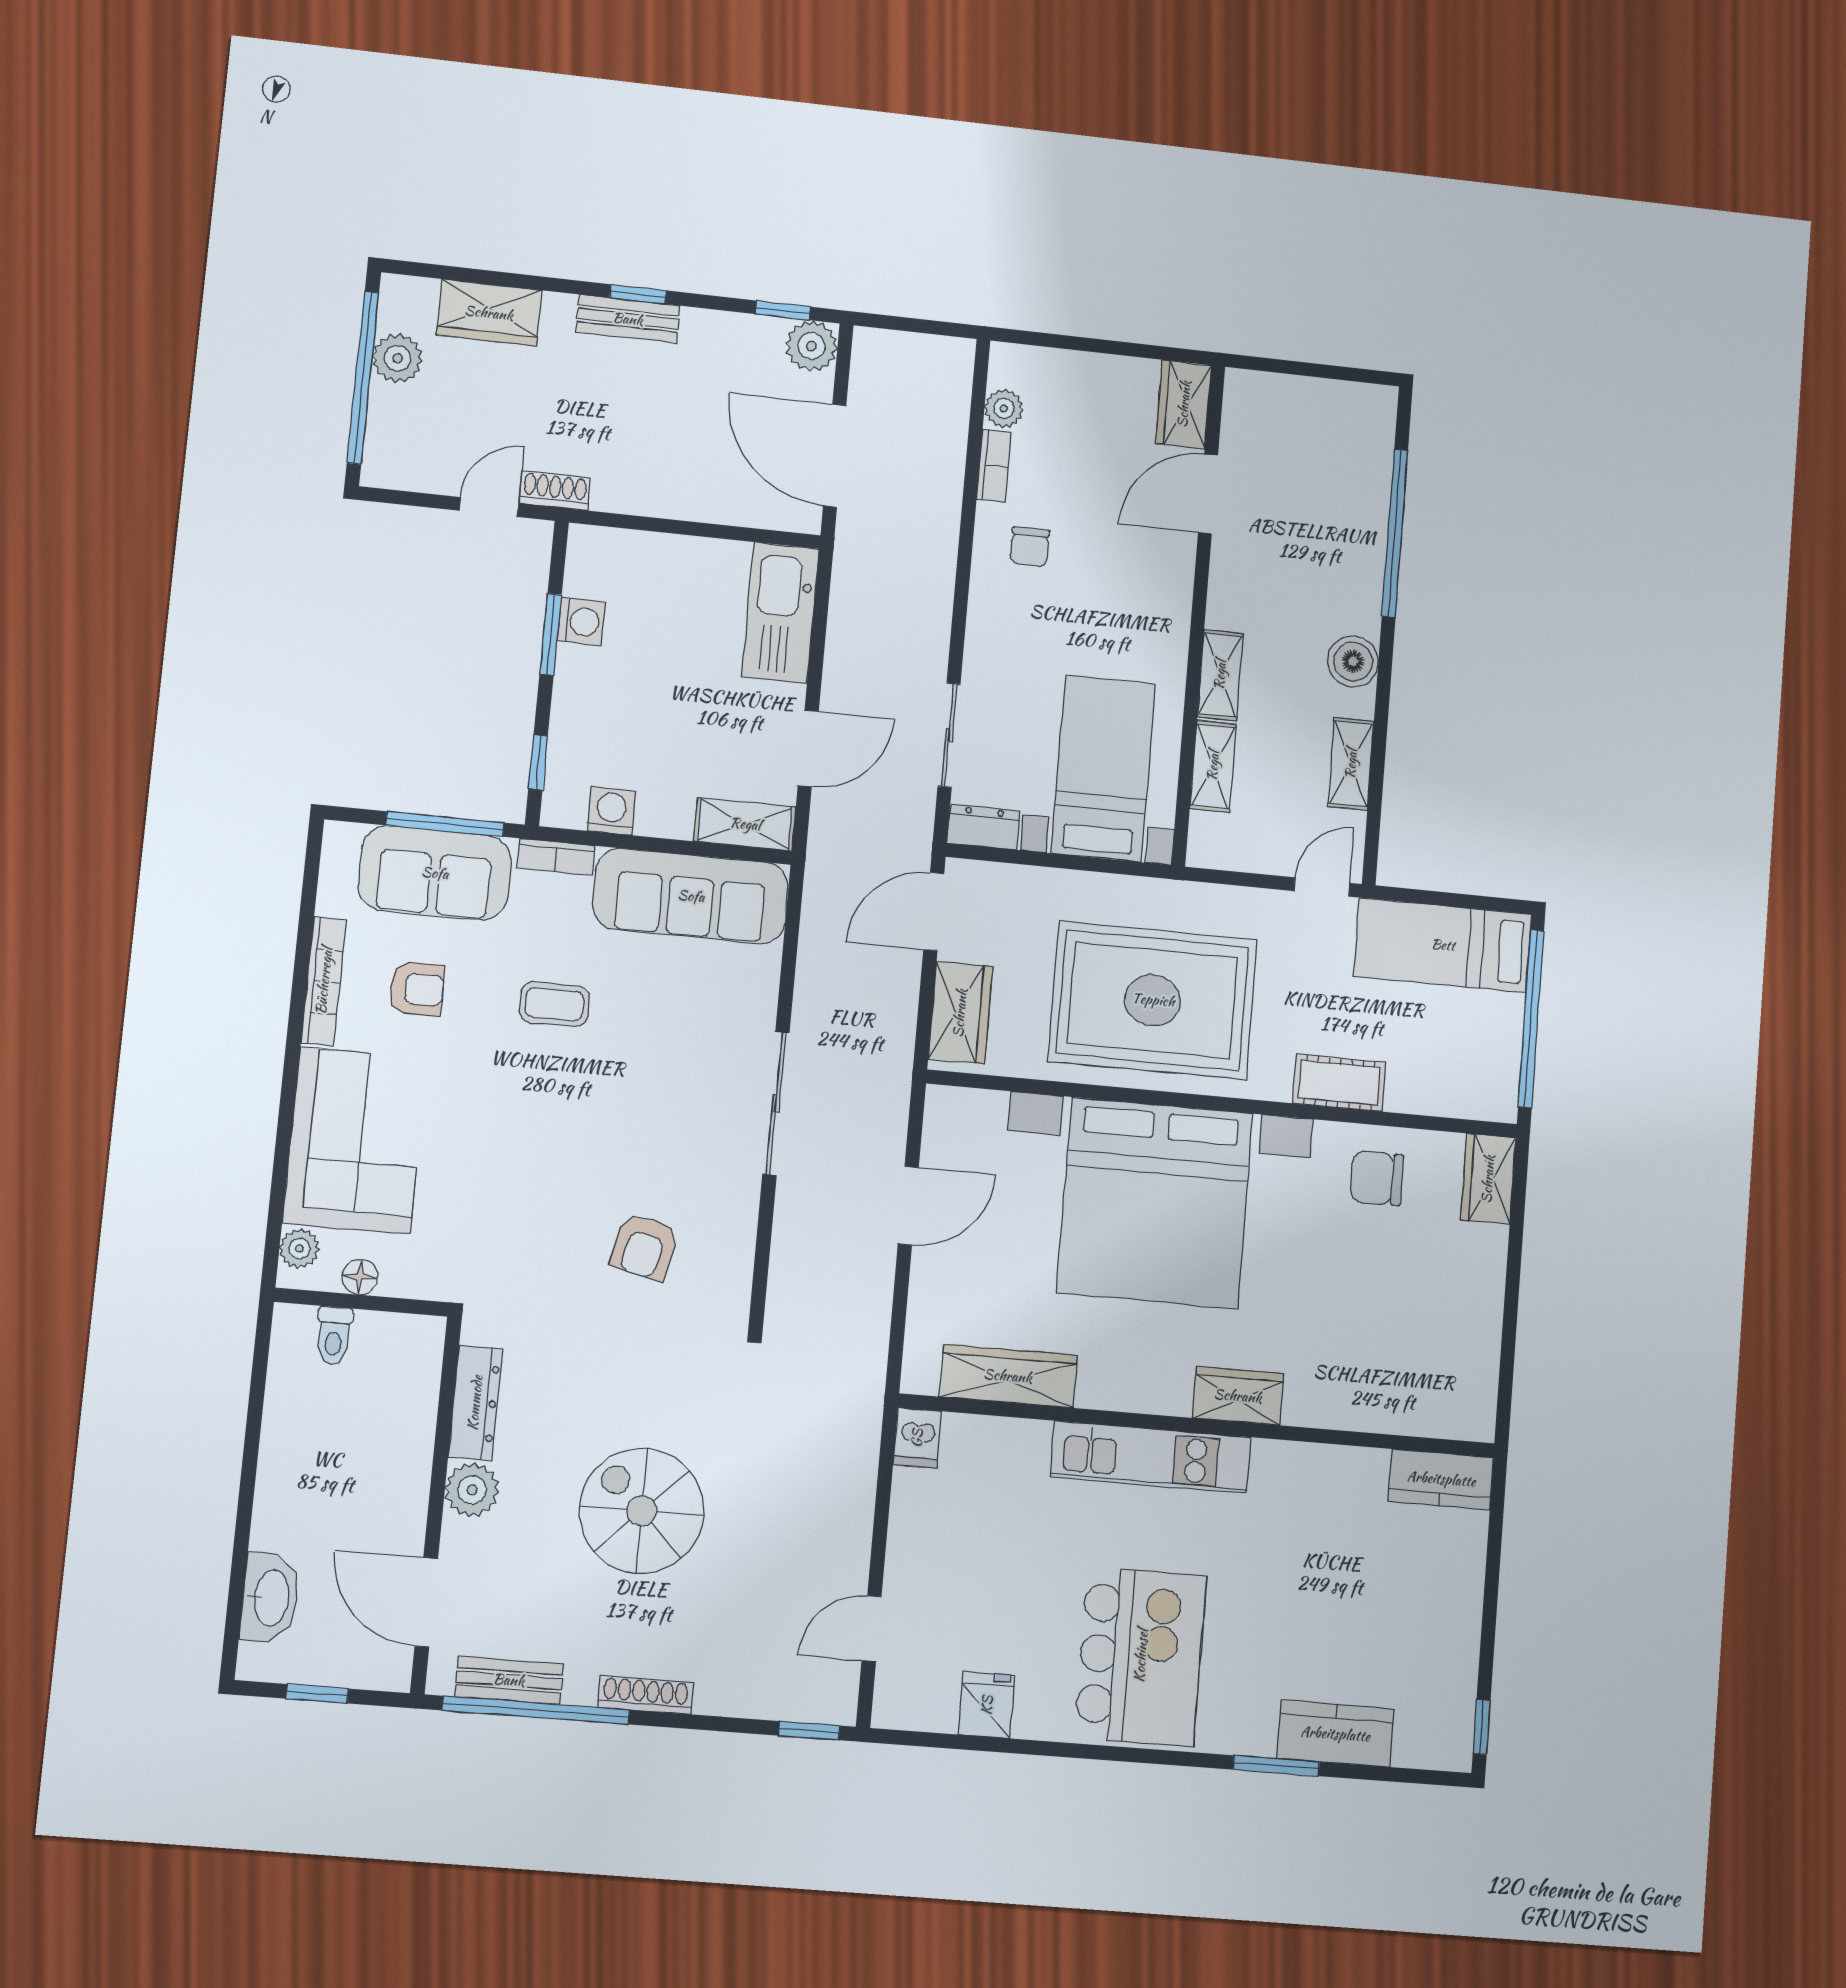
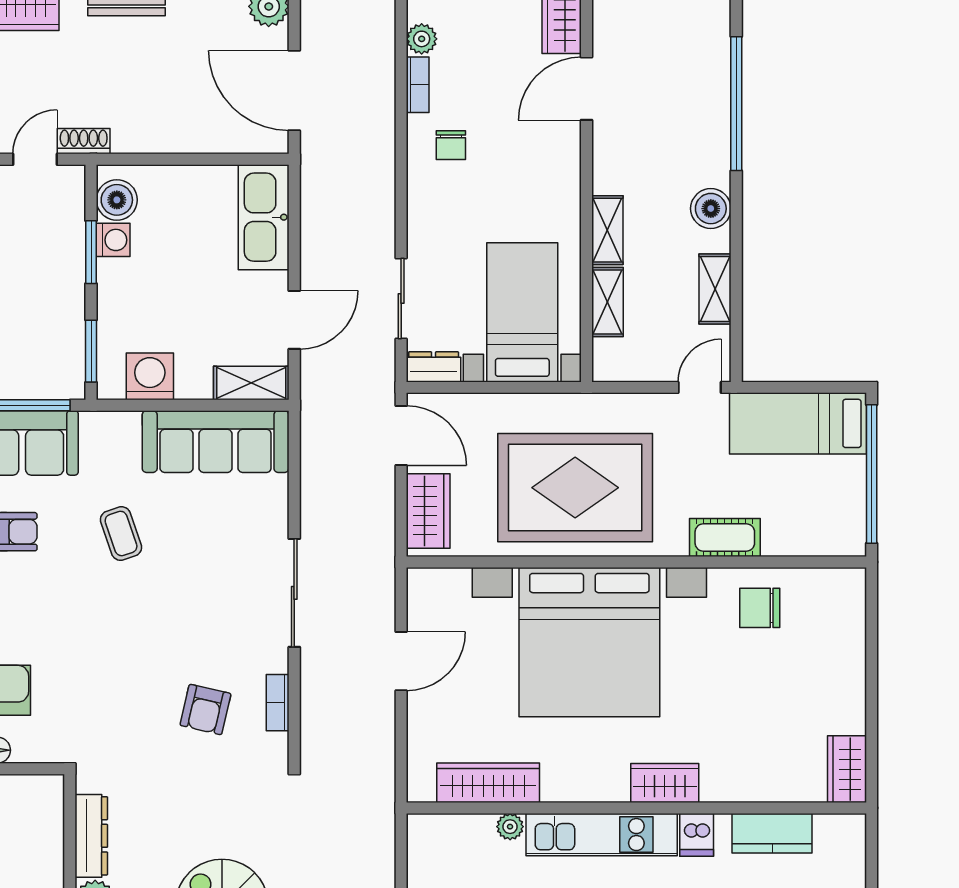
boiler: (591, 571) -> (117, 200), added
window: (538, 762) -> (91, 351), width x1.50
washing machine: (612, 811) -> (150, 376), width x1.38, depth x1.38
bookcase: (556, 857) -> (278, 703), moved, turned 90
door: (934, 912) -> (401, 436), swing flipped
coffee table: (554, 1004) -> (121, 534), turned 71
wardrobe: (1488, 1179) -> (847, 769), moved
plant: (1032, 1437) -> (510, 827), added
dishwasher: (917, 1438) -> (697, 835), moved
kitchen counter: (1441, 1479) -> (772, 833), moved

